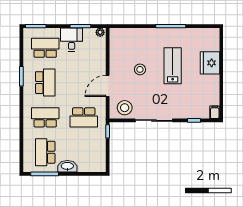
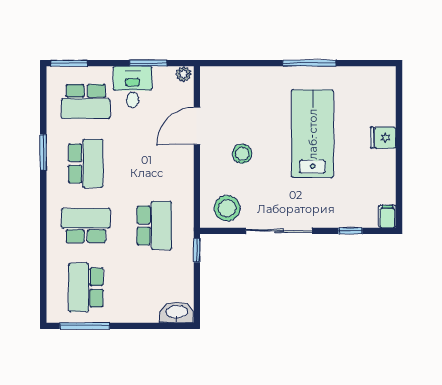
school desk: (45, 48) -> (86, 101), turned 180
fridge: (210, 63) -> (383, 138), width x0.53, depth x0.75
lab bench: (173, 66) -> (313, 134), width x1.36, depth x1.39
stool: (140, 69) -> (242, 154), moved
door: (108, 86) -> (197, 126), moved
school desk: (84, 117) -> (154, 225), turned -90
washbasin: (67, 166) -> (177, 312), moved

